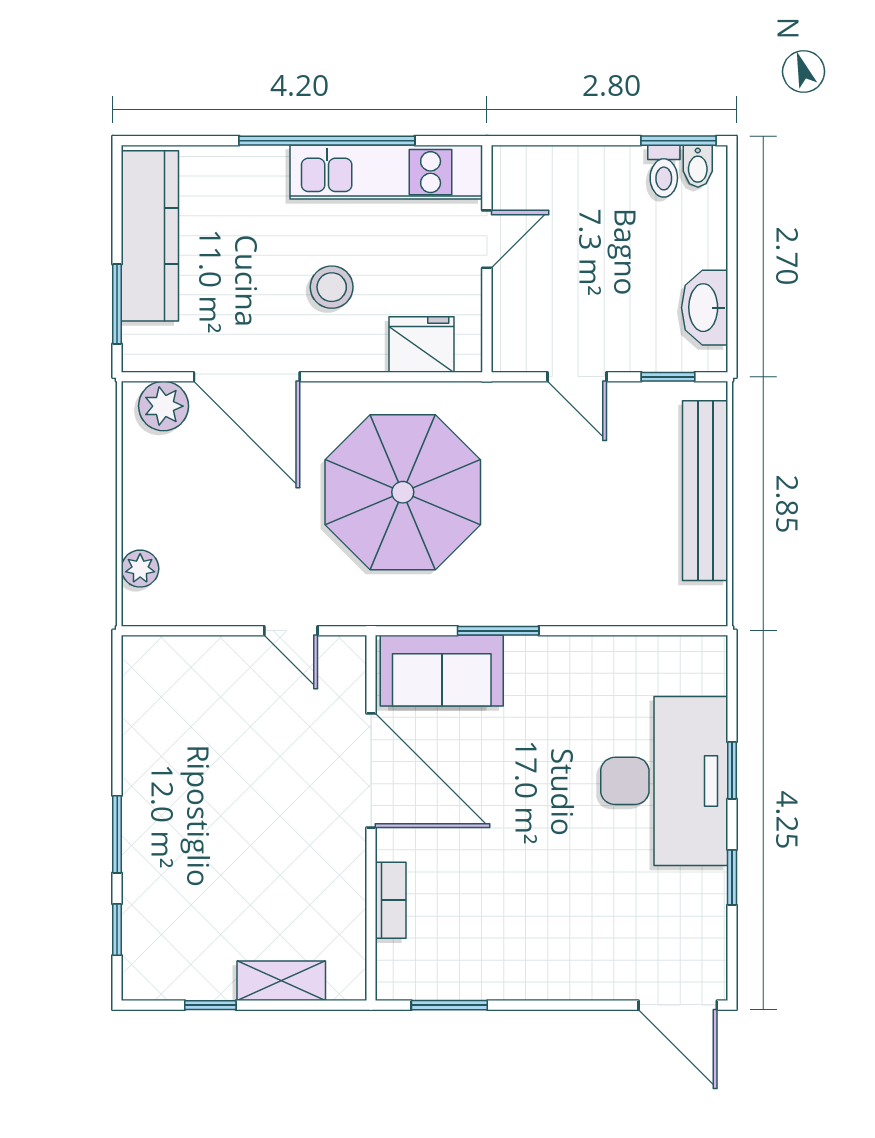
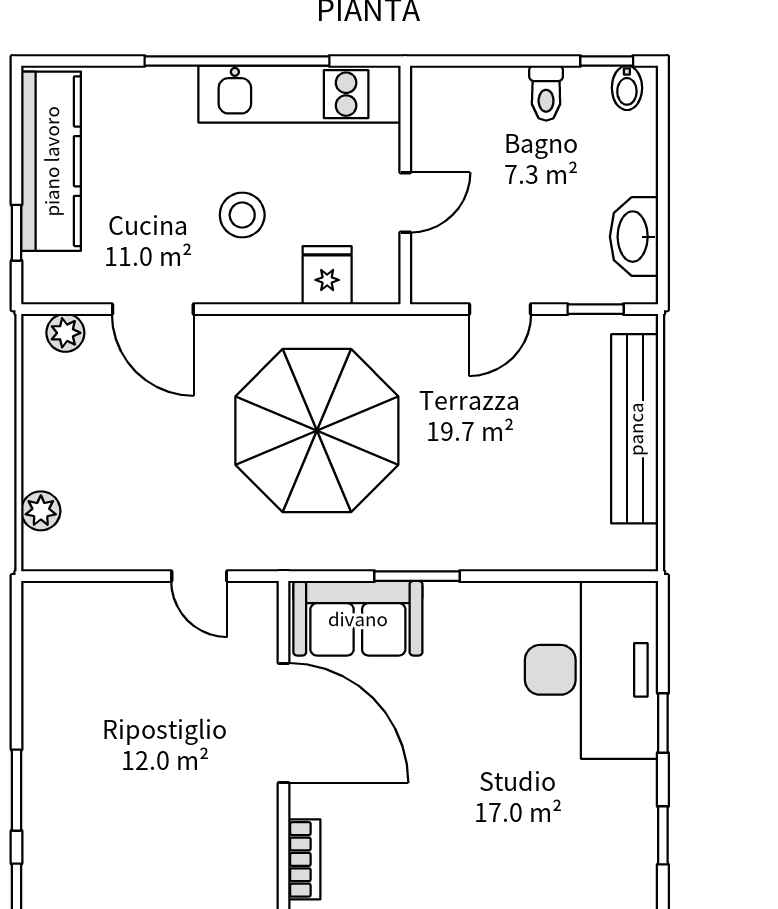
window: (678, 141) -> (607, 61), width x0.67
toilet: (664, 171) -> (546, 93), moved
door: (487, 239) -> (405, 202), moved
window: (117, 304) -> (17, 233), width x0.67
fridge: (421, 345) -> (327, 275), width x0.72
door: (247, 377) -> (153, 309), width x0.73
door: (577, 377) -> (500, 309), hinge flipped
plant: (164, 406) -> (65, 333), width x0.73, depth x0.73
desk: (664, 781) -> (592, 670), moved

